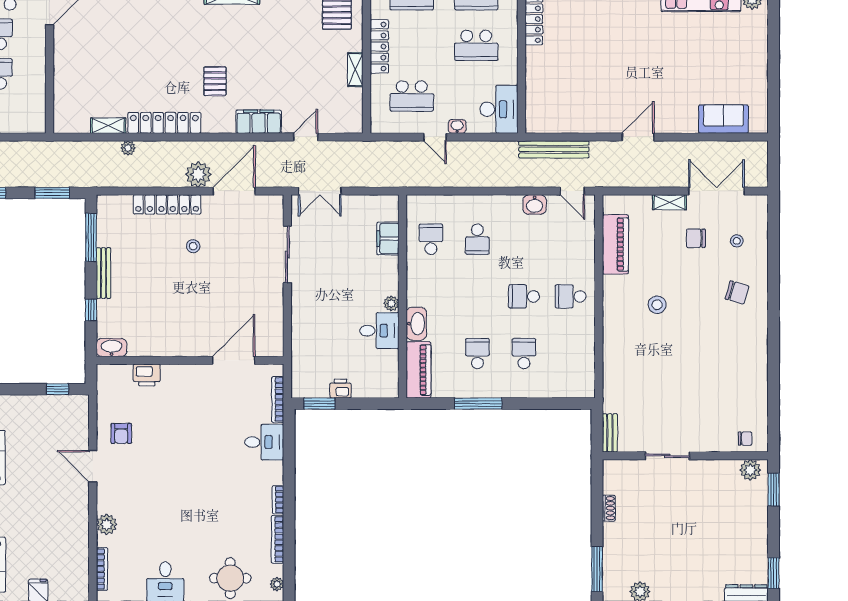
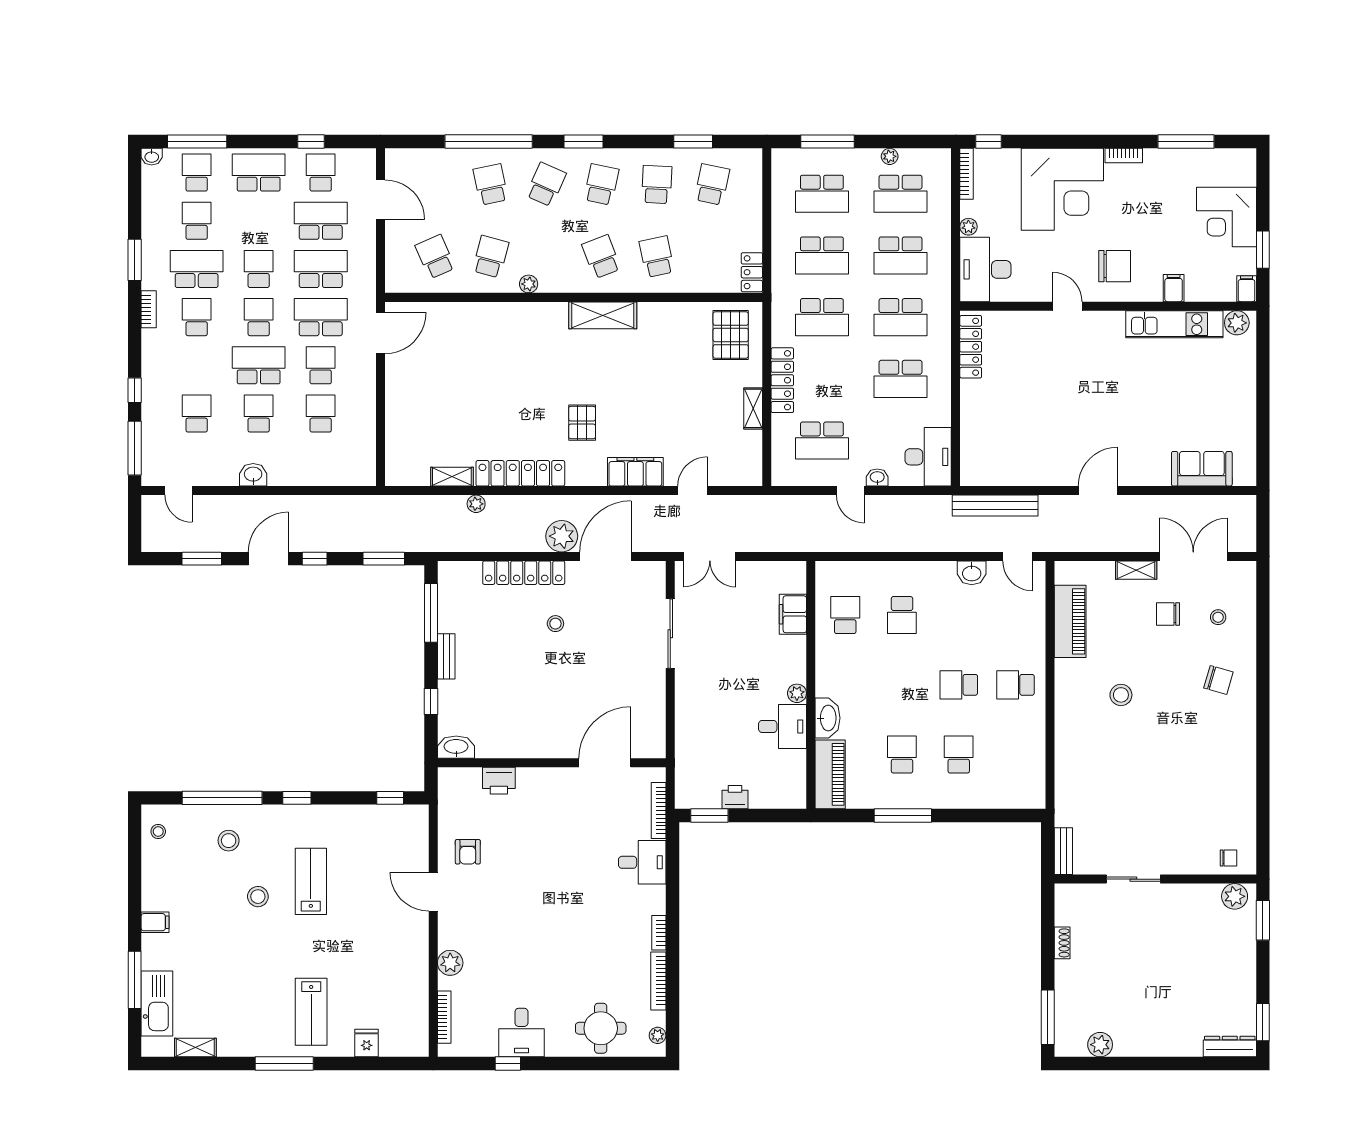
bench: (104, 273) -> (446, 656), width x0.73

